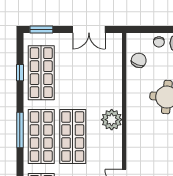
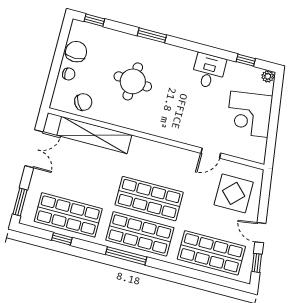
chair: (139, 60) -> (83, 102), turned 128
shelving: (114, 77) -> (94, 135), added
plant: (112, 120) -> (142, 150), removed

